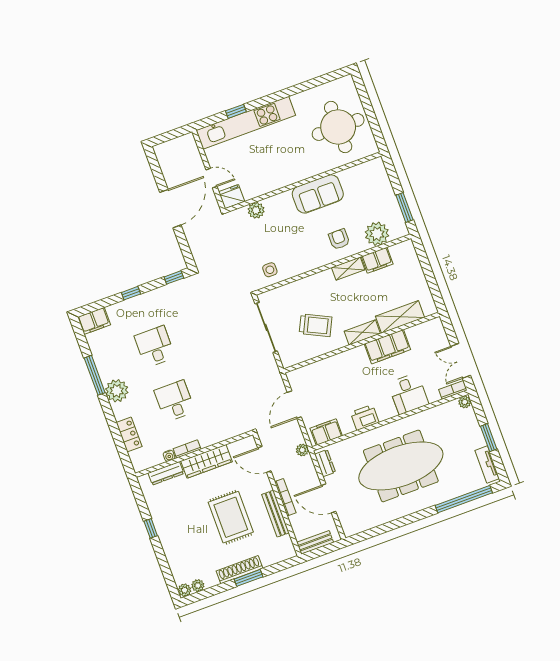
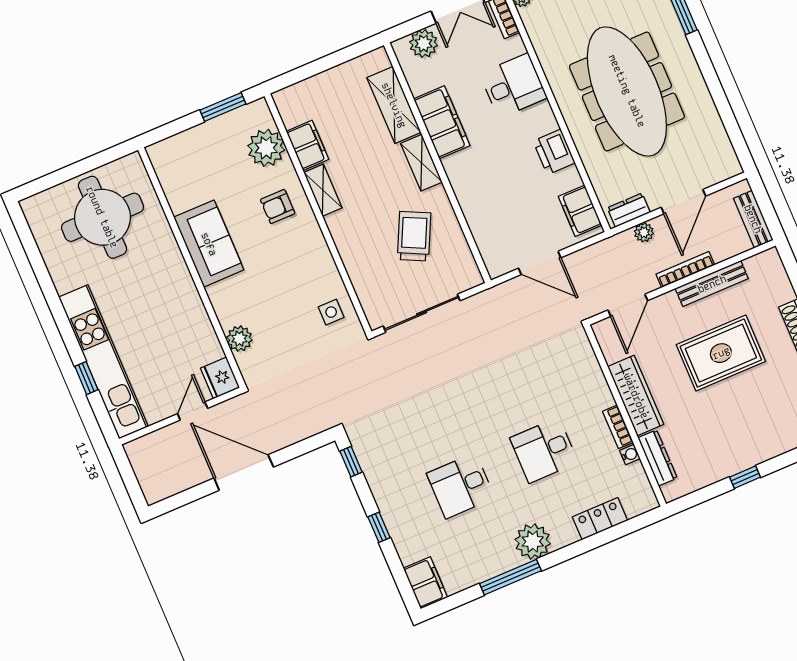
plant: (438, 338) -> (424, 44), added
plant: (302, 450) -> (644, 232), moved

